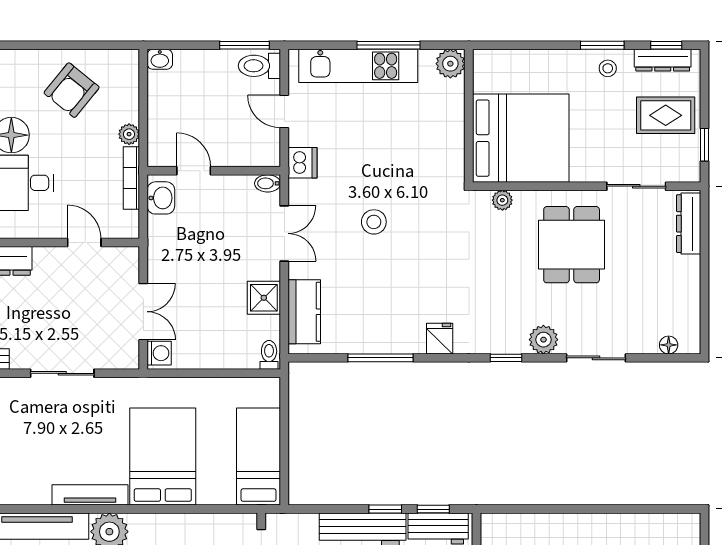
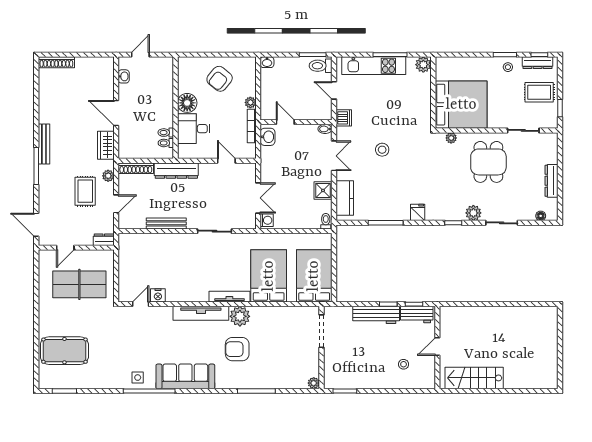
dresser: (689, 224) -> (551, 181), moved
bed: (258, 457) -> (314, 276), width x1.50

